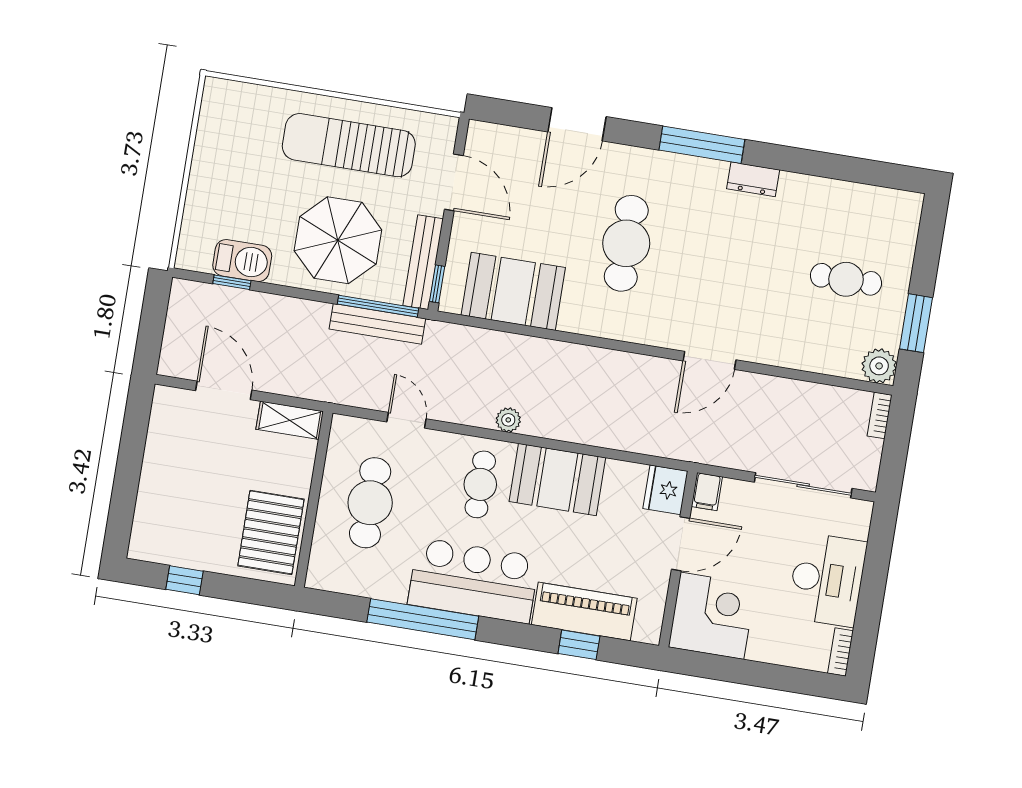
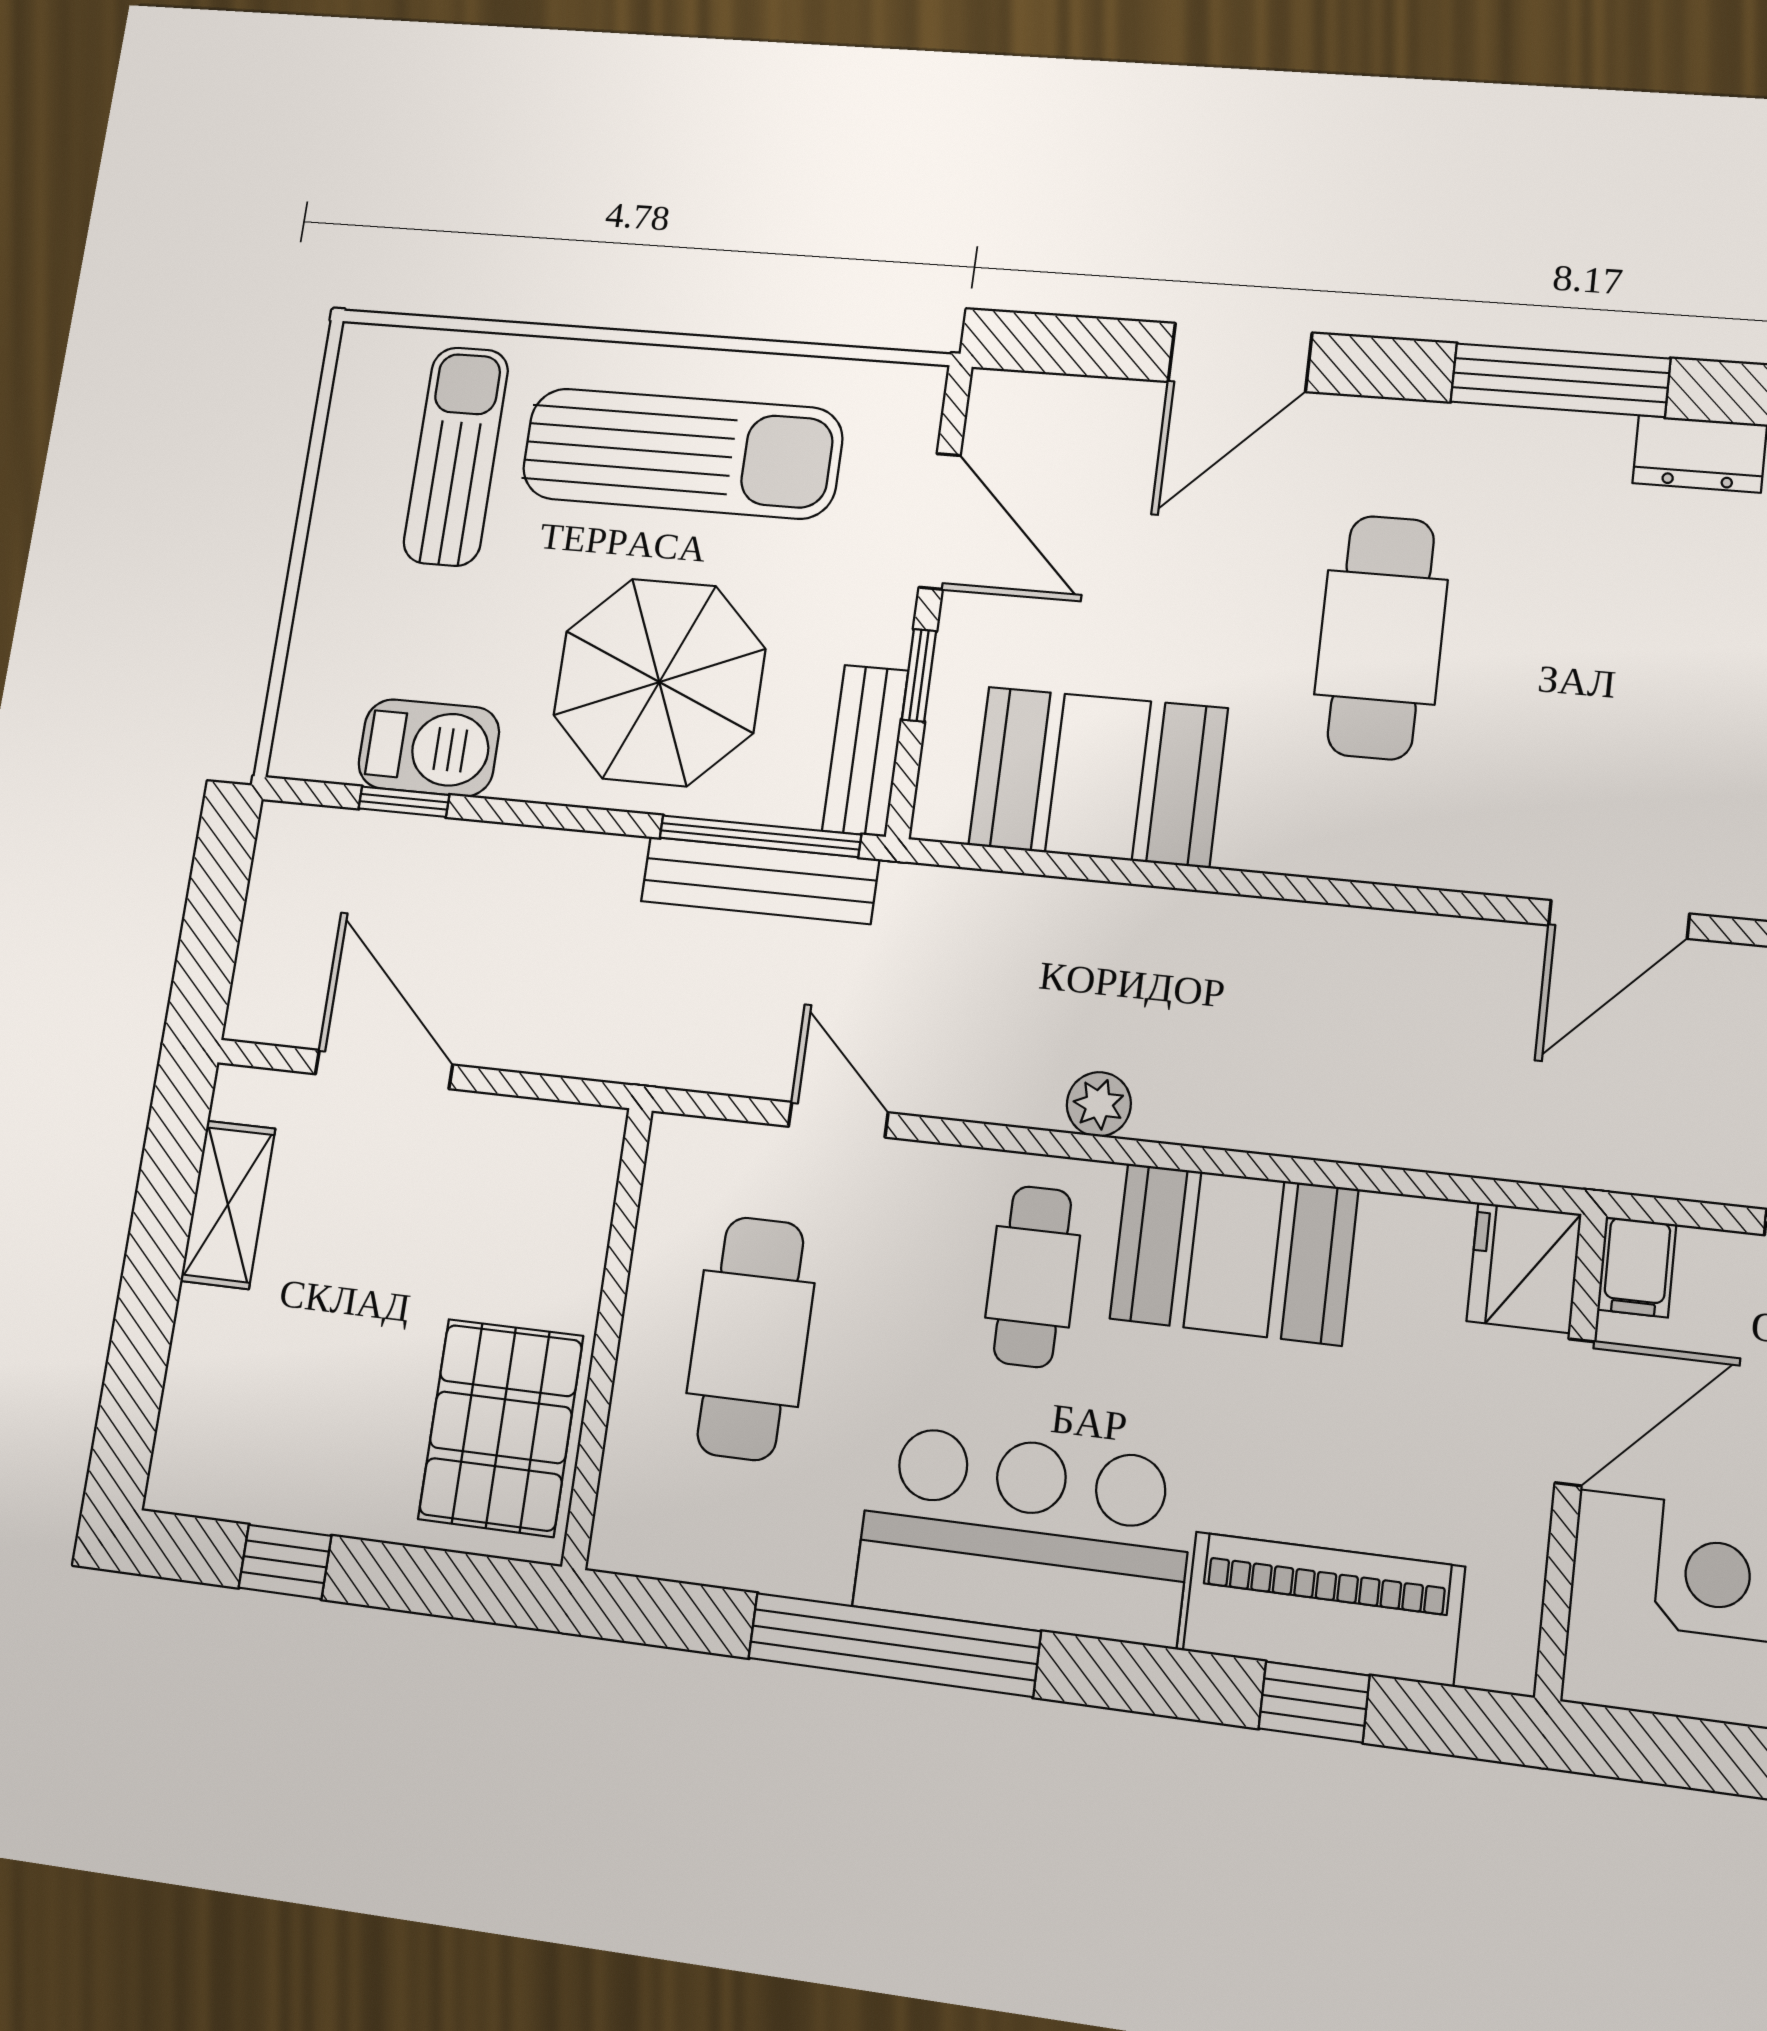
sun lounger: (254, 138) -> (456, 456), added
sun lounger: (349, 145) -> (682, 453), turned 180
bench: (423, 262) -> (865, 751), width x0.73
window: (437, 284) -> (919, 675), moved
shelving: (290, 420) -> (228, 1205), moved, turned 90

